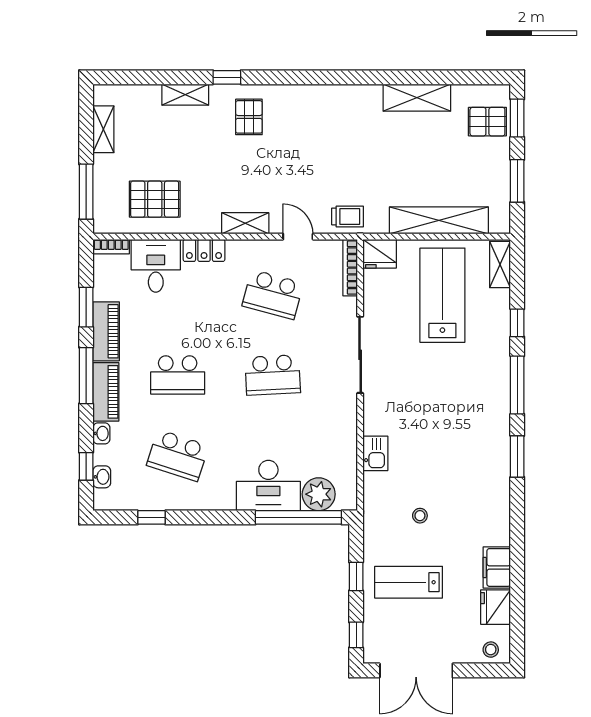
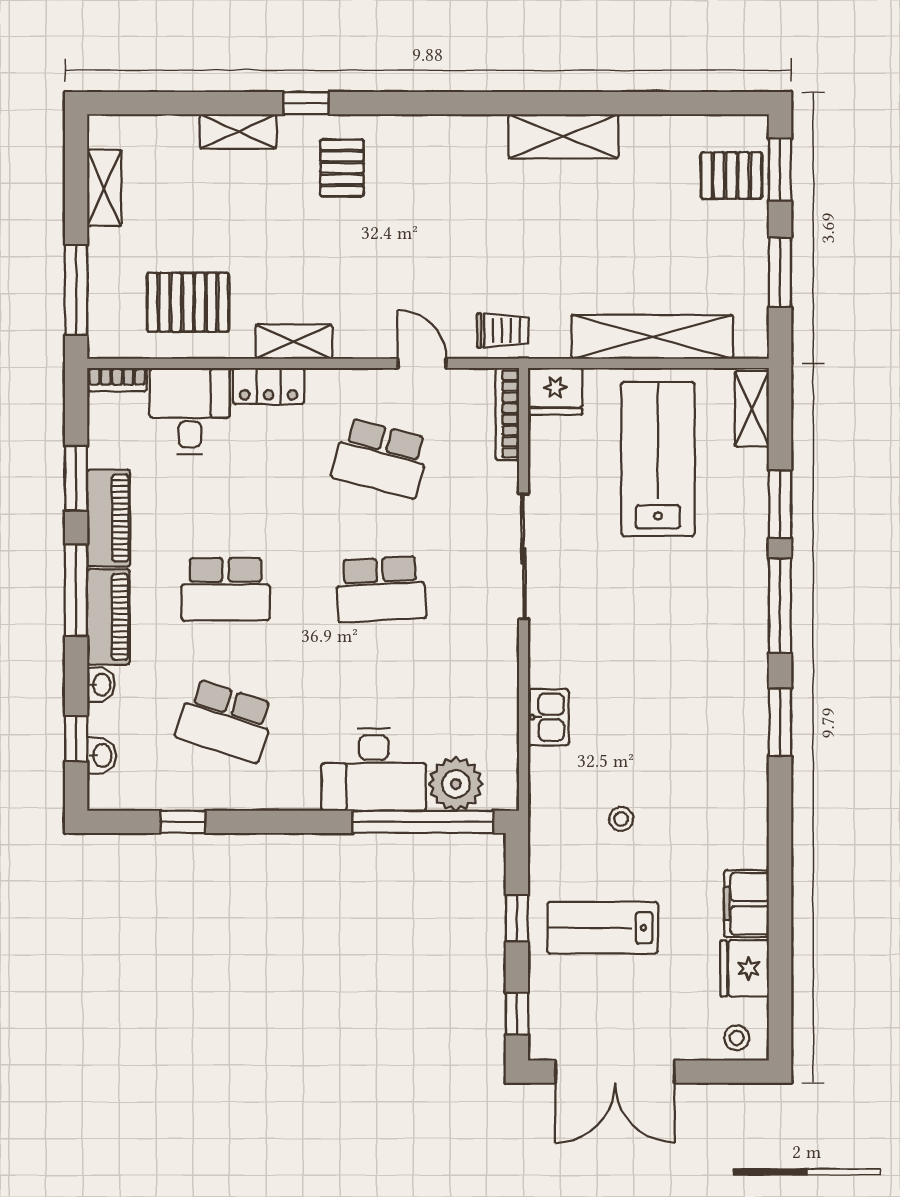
shelving: (417, 98) -> (563, 136), moved
shelving: (245, 223) -> (294, 342), moved
window: (517, 323) -> (780, 504), width x1.50

